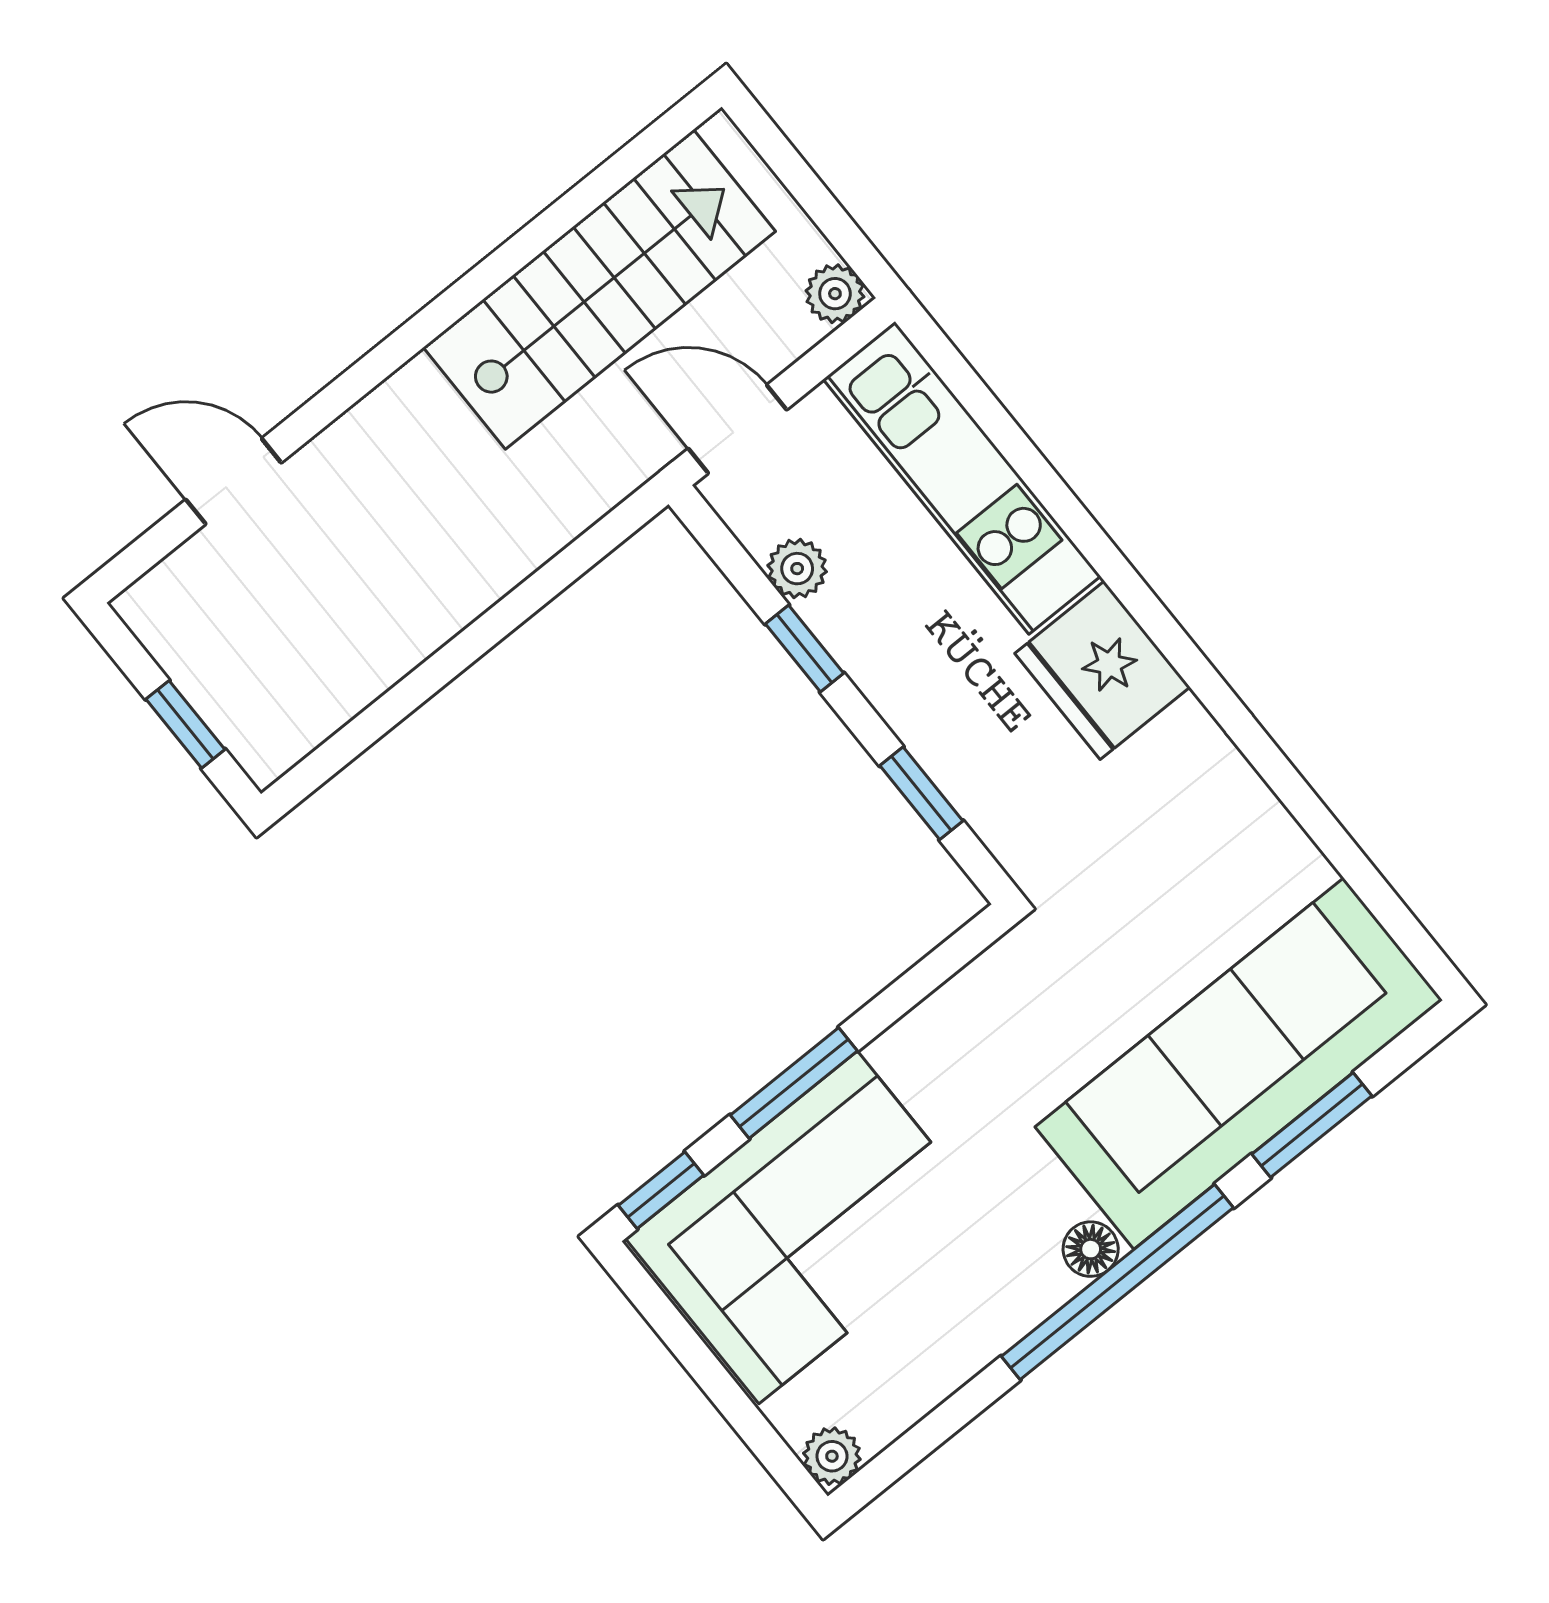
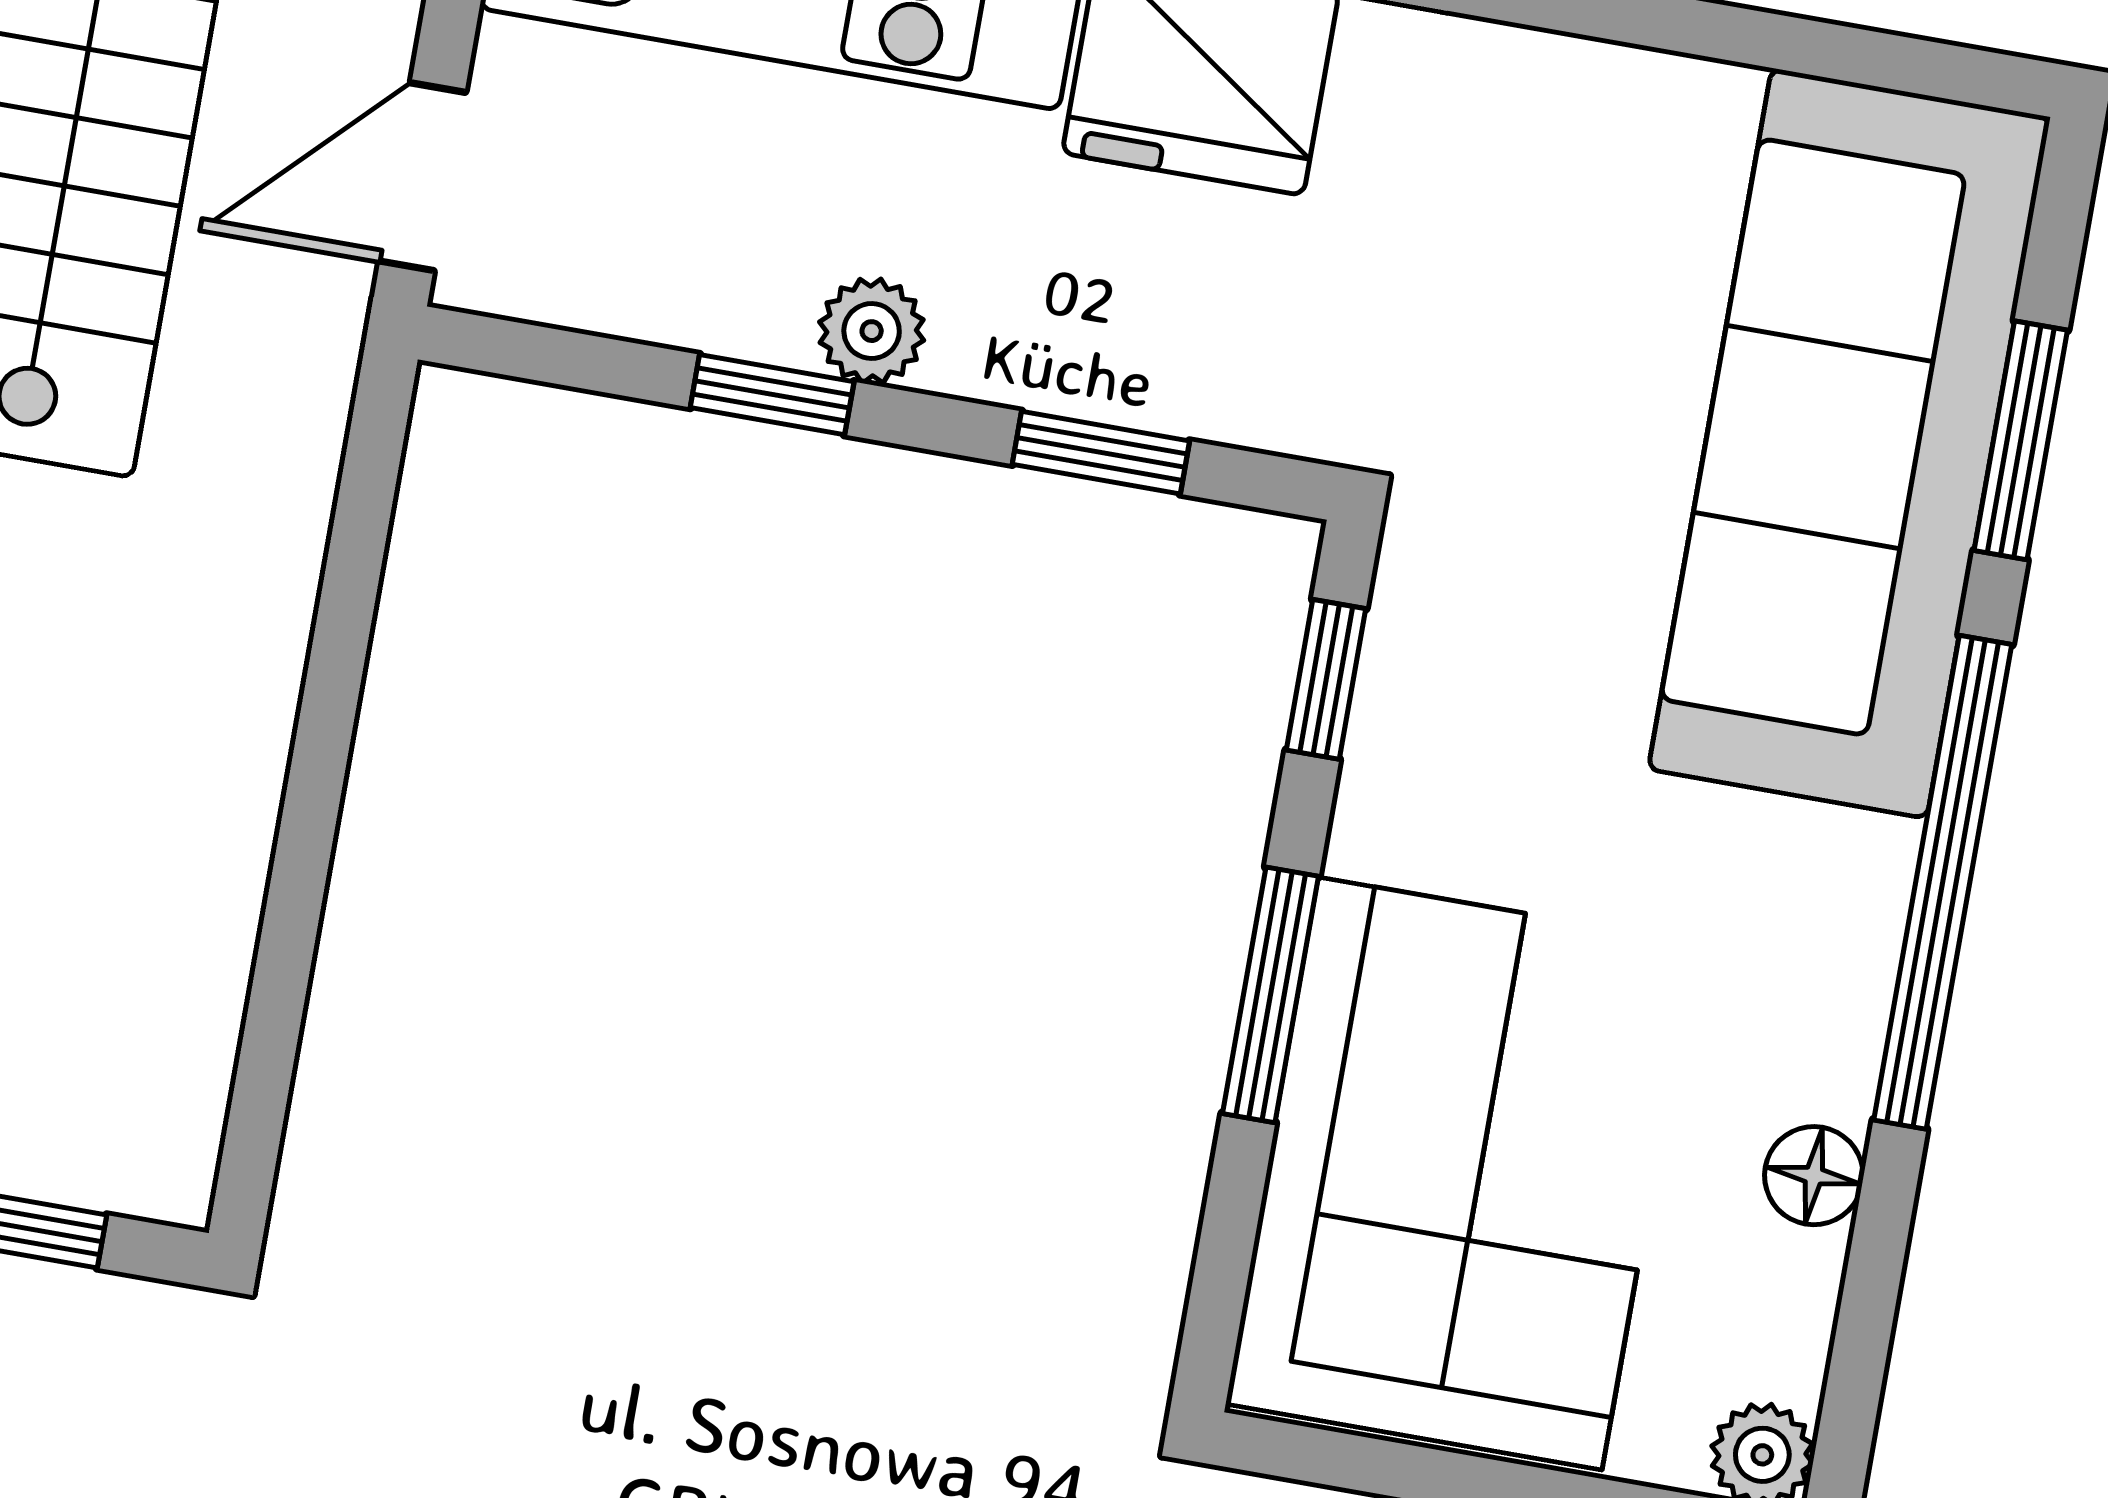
plant: (797, 569) -> (872, 331), moved
window: (661, 1190) -> (1326, 679), moved
floor lamp: (1091, 1249) -> (1814, 1176), moved

